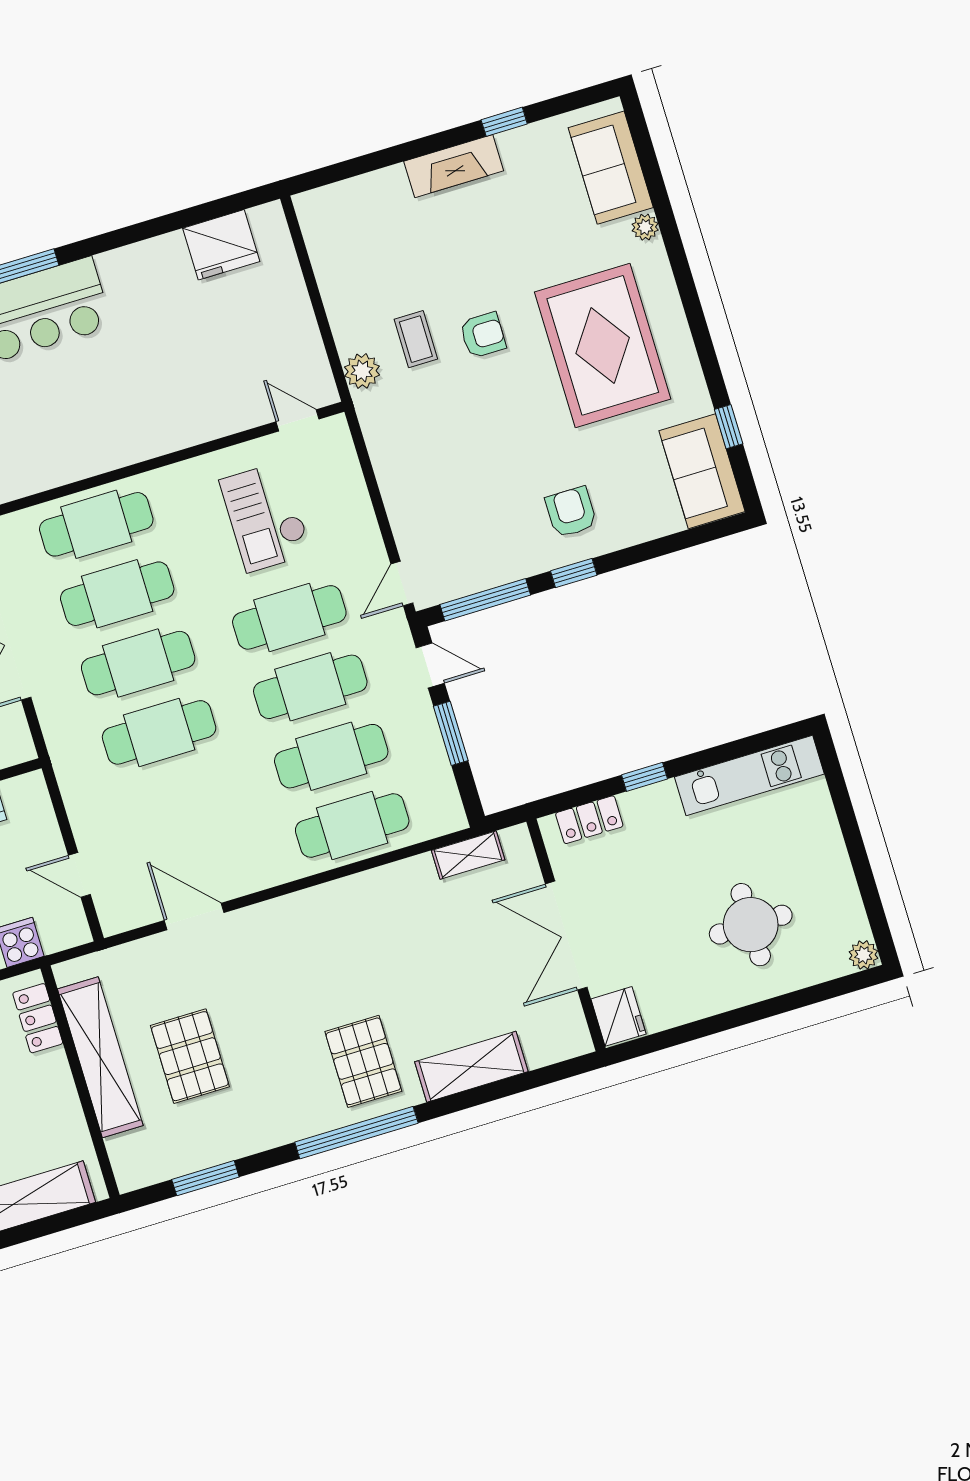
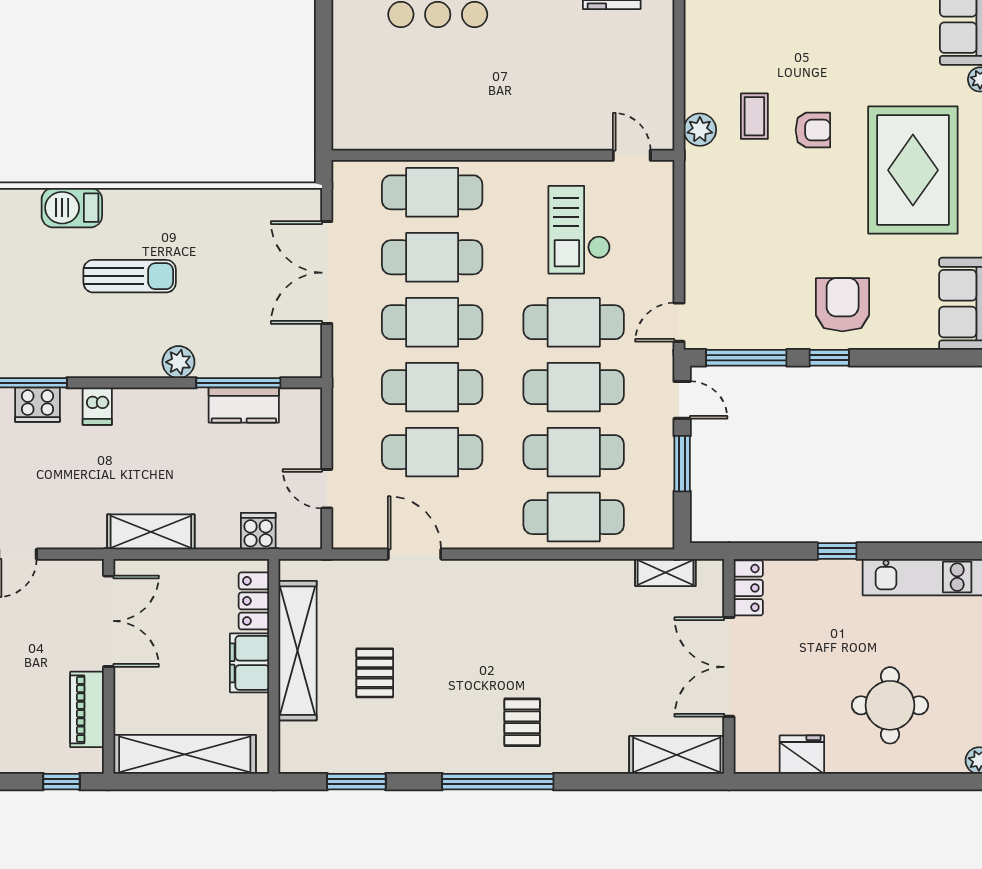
armchair: (571, 512) -> (843, 305), width x1.38, depth x1.38
cafe table: (180, 802) -> (432, 452), added
locker: (589, 820) -> (748, 588), moved, turned -90
fridge: (618, 1016) -> (802, 755), moved, turned -90
pallet: (190, 1056) -> (375, 673), width x0.67, depth x0.71
pallet: (363, 1061) -> (522, 722), width x0.67, depth x0.71
shelving: (471, 1067) -> (677, 755), moved
filing cabinet: (53, 1086) -> (250, 663), added

